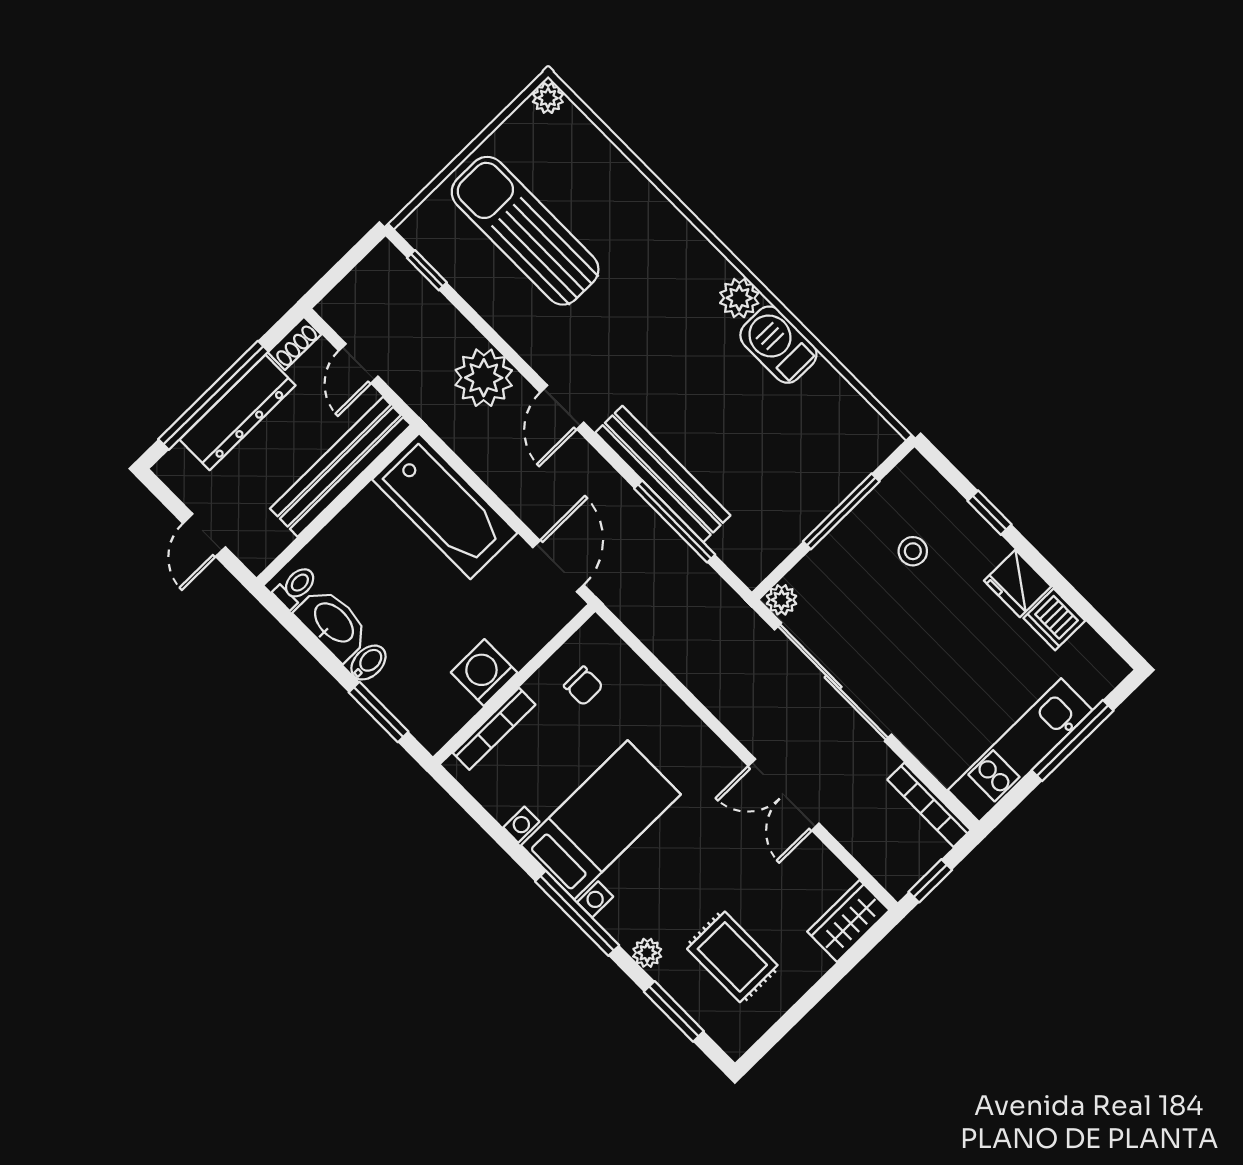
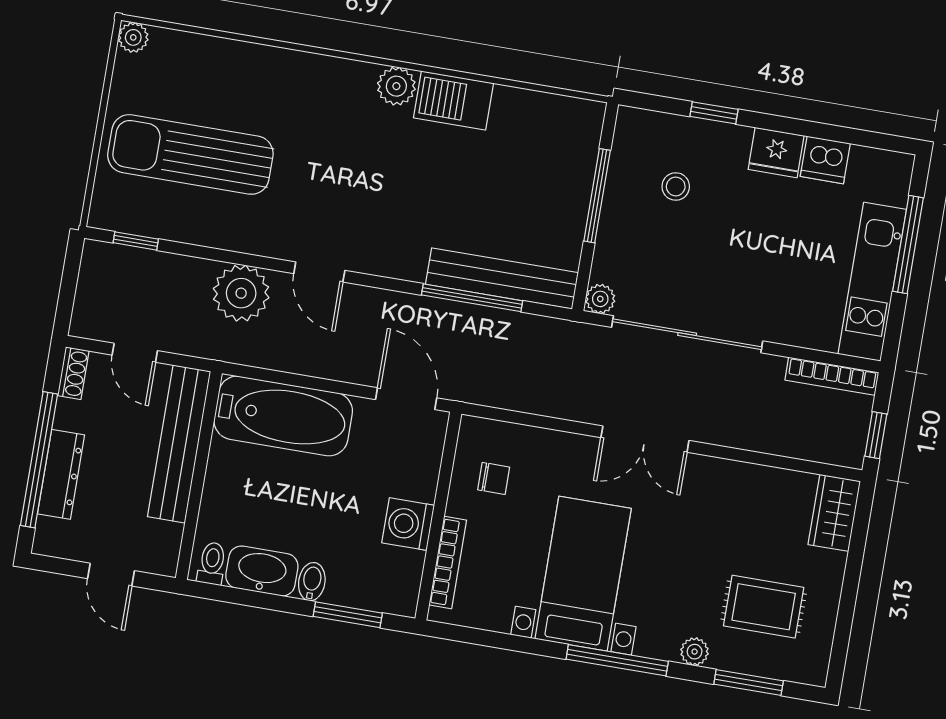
dresser: (238, 412) -> (61, 474), width x0.73, depth x0.80
bench: (663, 474) -> (502, 278), moved
double door: (784, 795) -> (645, 439), moved

